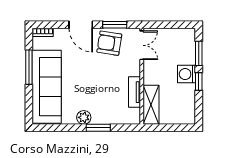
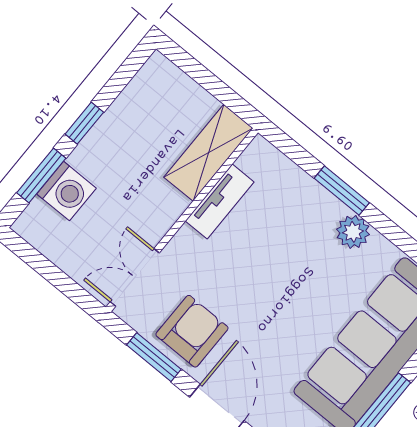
armchair: (109, 43) -> (192, 331), turned -99
washing machine: (186, 74) -> (66, 191), moved

